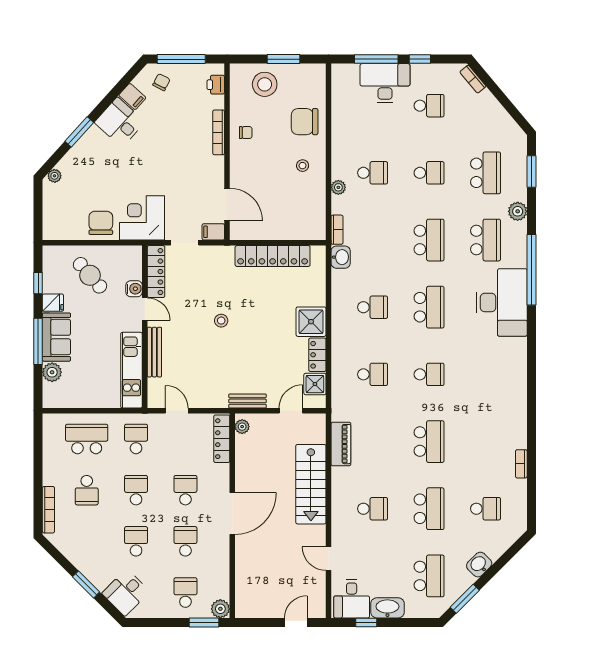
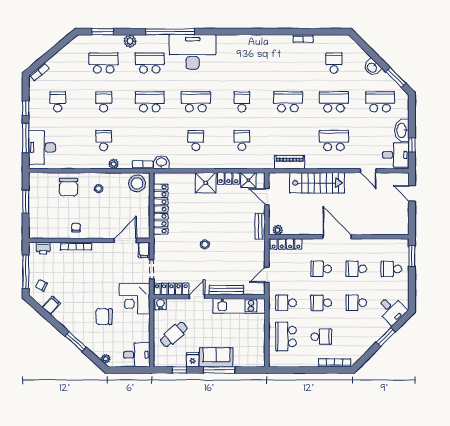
desk: (385, 83) -> (42, 147), moved
stool: (265, 84) -> (137, 183), moved
desk: (120, 122) -> (137, 355), moved, turned -132
chair: (101, 223) -> (104, 317), moved
water cooler: (134, 289) -> (160, 304), moved
plant: (52, 372) -> (240, 360), removed
school desk: (373, 509) -> (334, 141), width x1.85
door: (328, 559) -> (368, 171), hinge flipped
plant: (220, 609) -> (403, 245), removed

